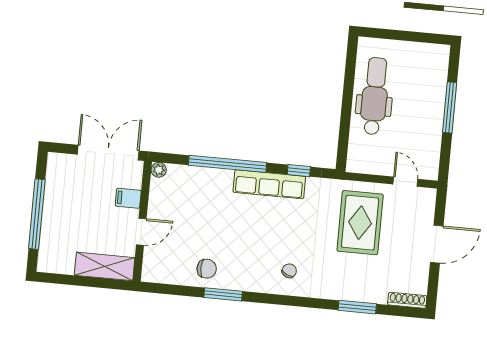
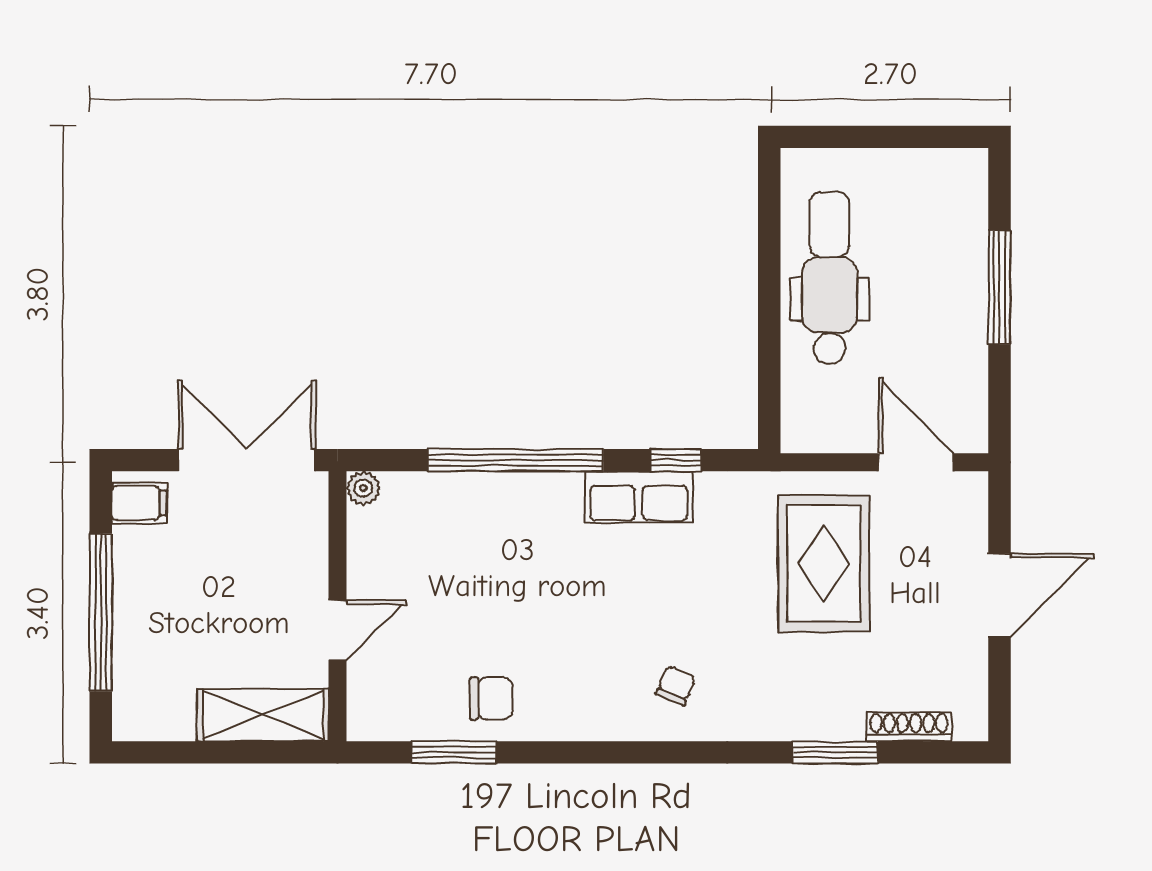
door: (405, 182) -> (916, 462), width x1.38
row of seats: (269, 184) -> (639, 497), width x0.68
filing cabinet: (128, 198) -> (139, 503), moved, turned 180
window: (223, 294) -> (454, 752), moved
shoe rack: (407, 300) -> (909, 727), moved

